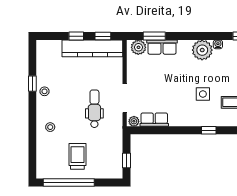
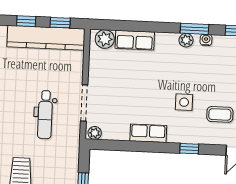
window: (154, 36) -> (195, 29), moved
plant: (202, 50) -> (186, 40), width x0.53, depth x0.53
dental chair: (94, 109) -> (45, 115), turned 180
row of seats: (154, 120) -> (148, 133), moved

